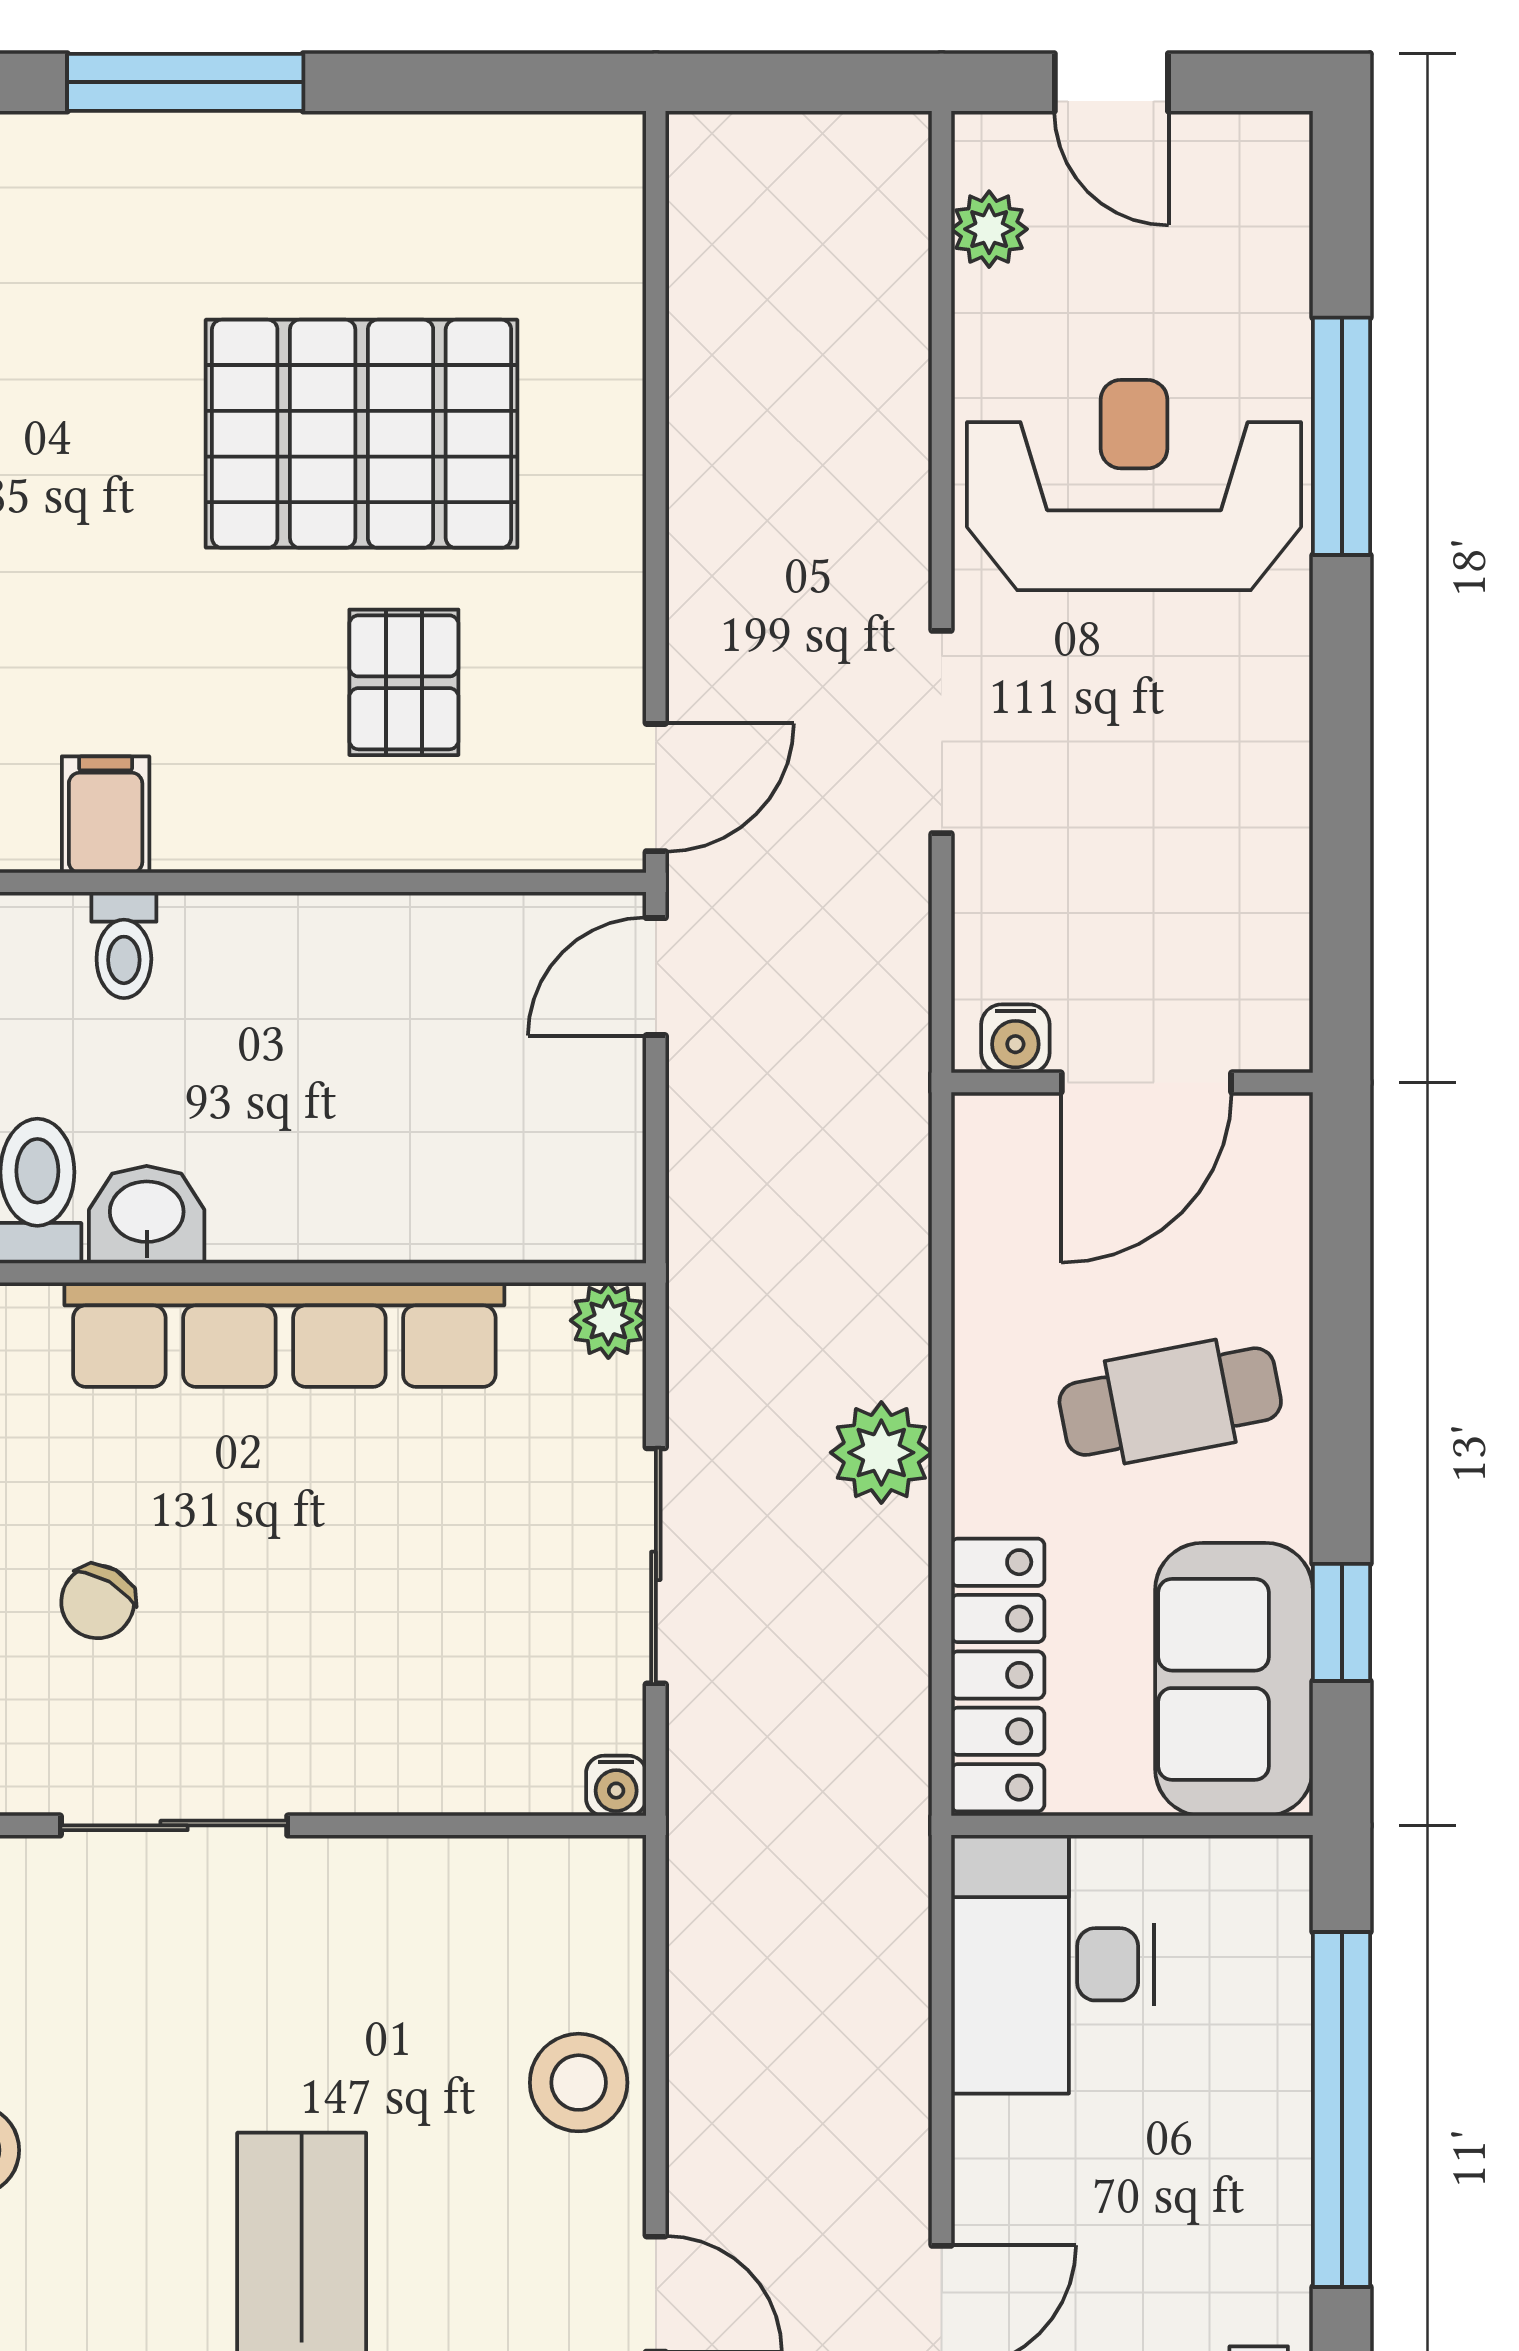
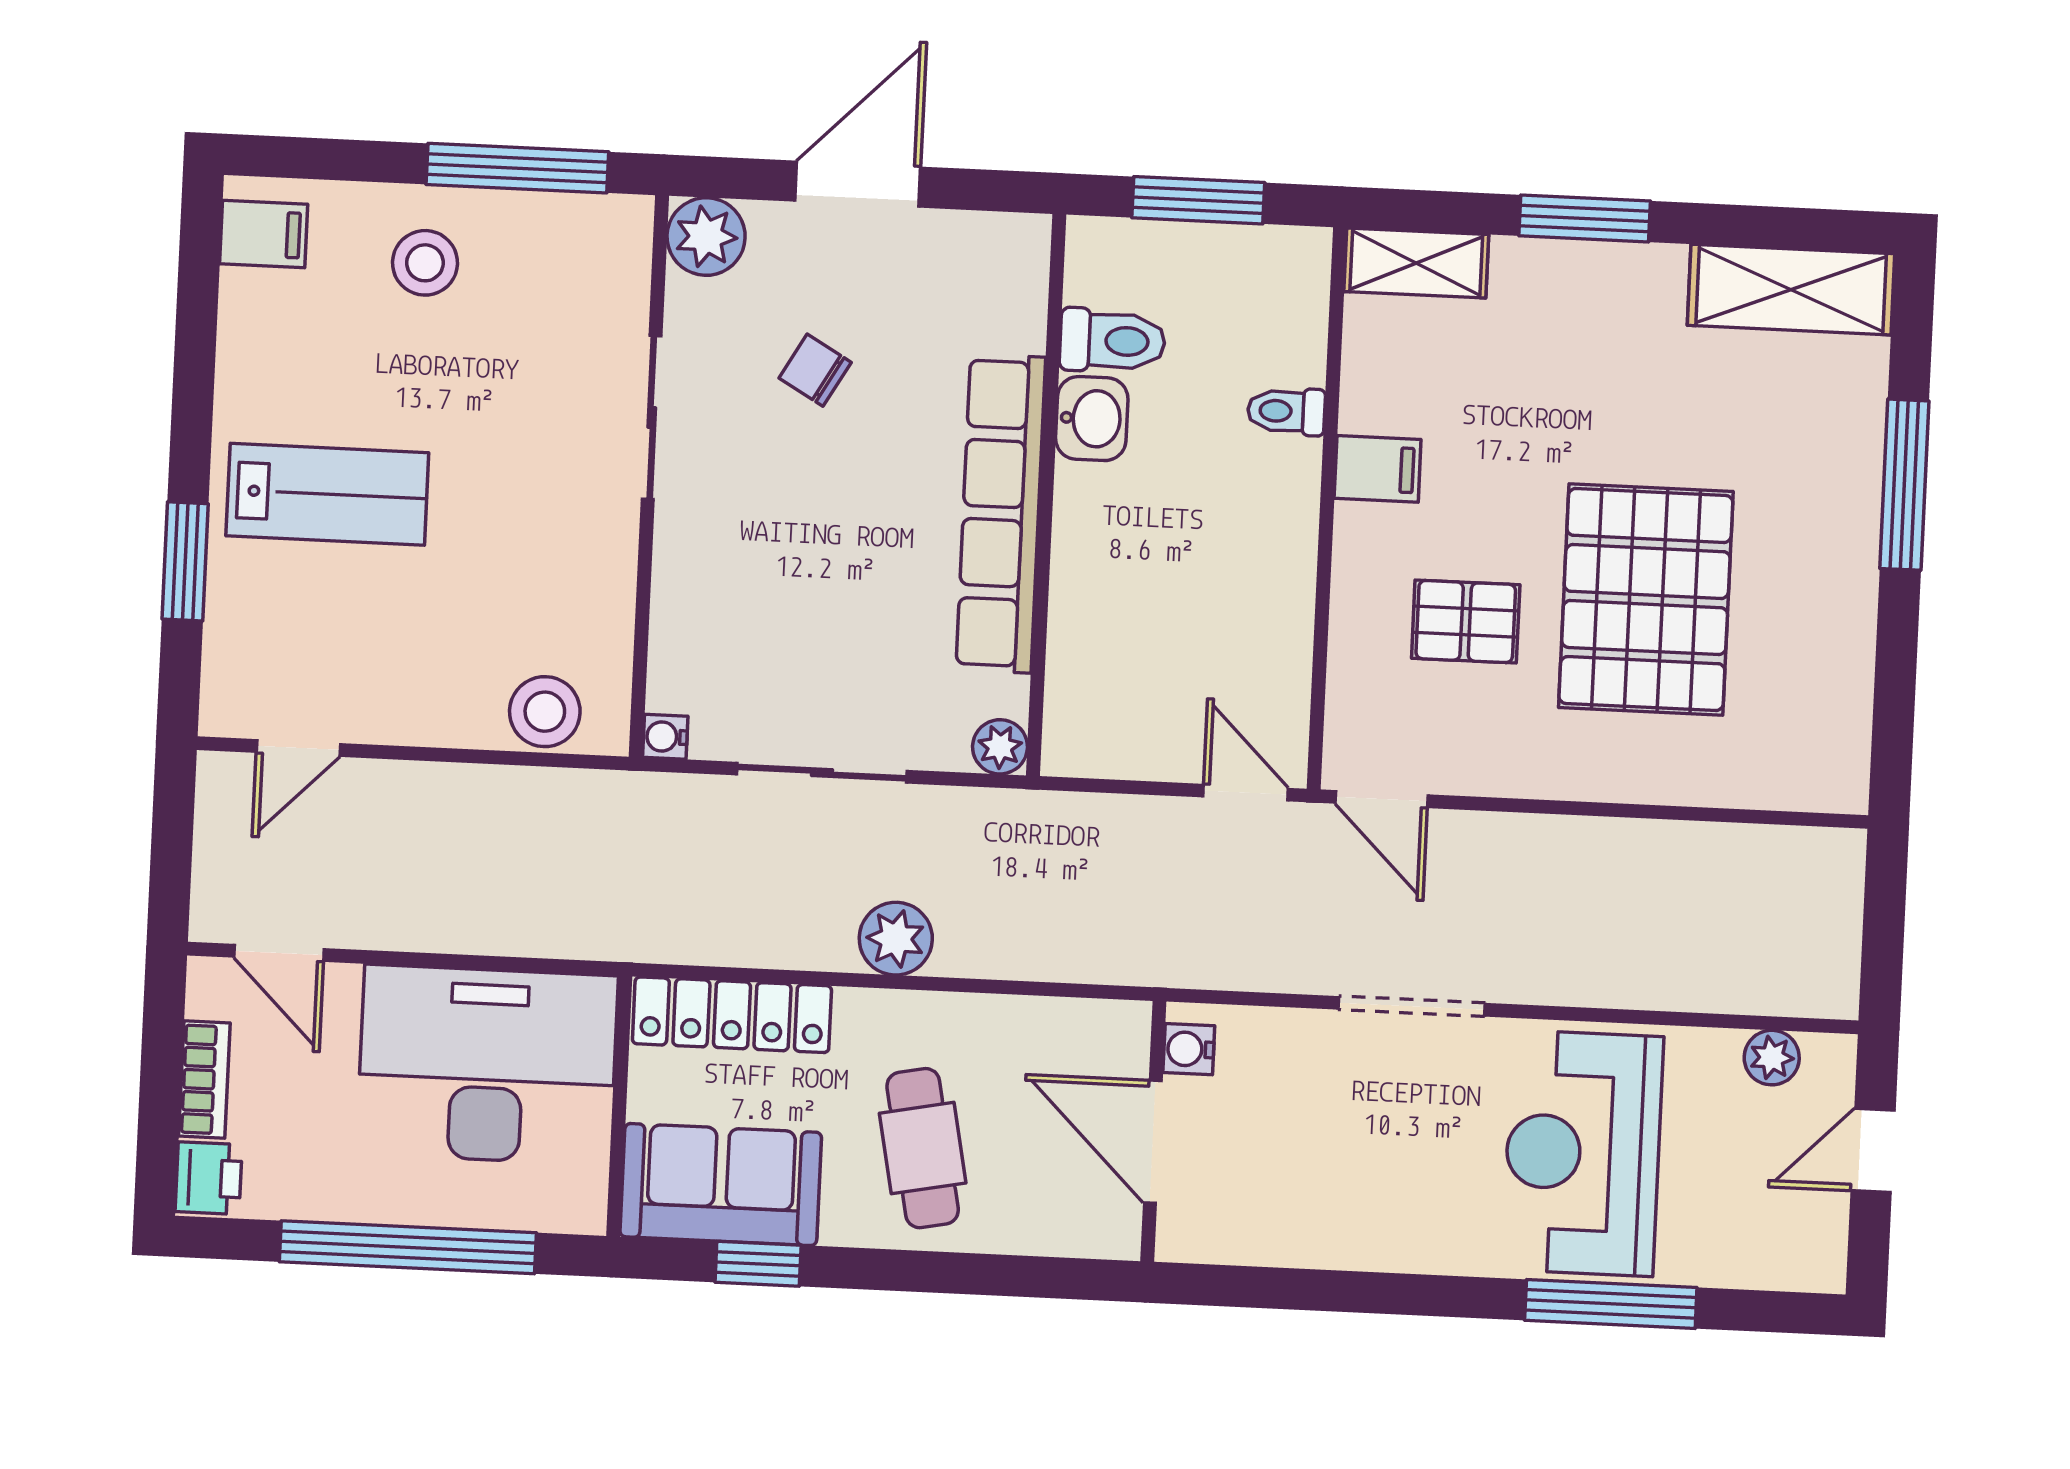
reception desk: (1134, 485) -> (1583, 1153), turned 180
filing cabinet: (106, 815) -> (1378, 469), moved
desk: (1053, 1964) -> (487, 1065), width x1.36, depth x1.30
stool: (579, 2083) -> (545, 712), moved

